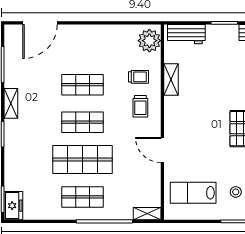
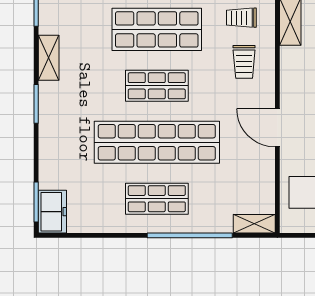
trolley: (139, 77) -> (241, 18), turned 180
shop shelf: (82, 85) -> (157, 29), width x1.43, depth x1.36
shop shelf: (82, 160) -> (157, 142), width x1.40

